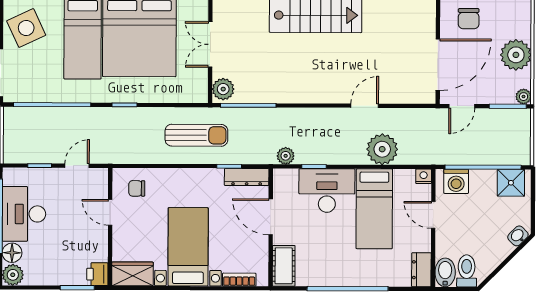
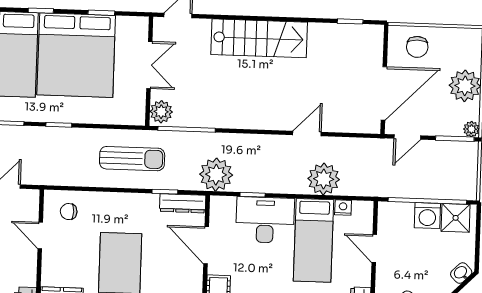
double door: (210, 44) -> (149, 65), swing flipped
plant: (286, 156) -> (216, 175), width x1.87, depth x1.87
nightstand: (424, 176) -> (343, 208), moved
washing machine: (456, 181) -> (427, 216), moved

